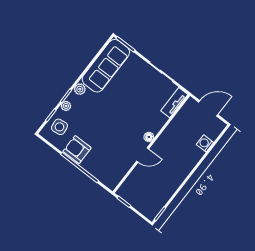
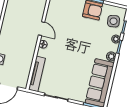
tv unit: (174, 103) -> (37, 74), width x1.41
door: (143, 155) -> (42, 29), swing flipped

